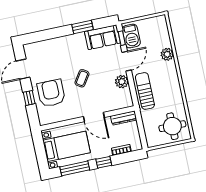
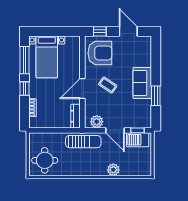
sofa: (102, 37) -> (142, 83), moved
door: (94, 117) -> (82, 88), moved
wall: (87, 118) -> (82, 82), moved
dresser: (124, 118) -> (75, 116), moved

